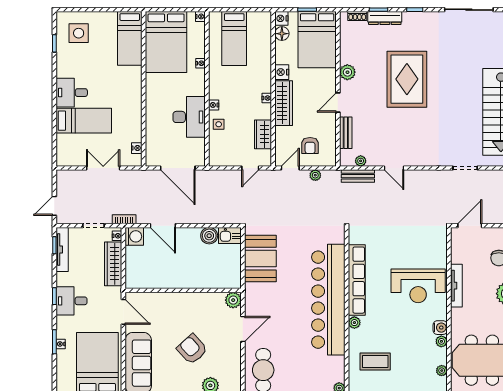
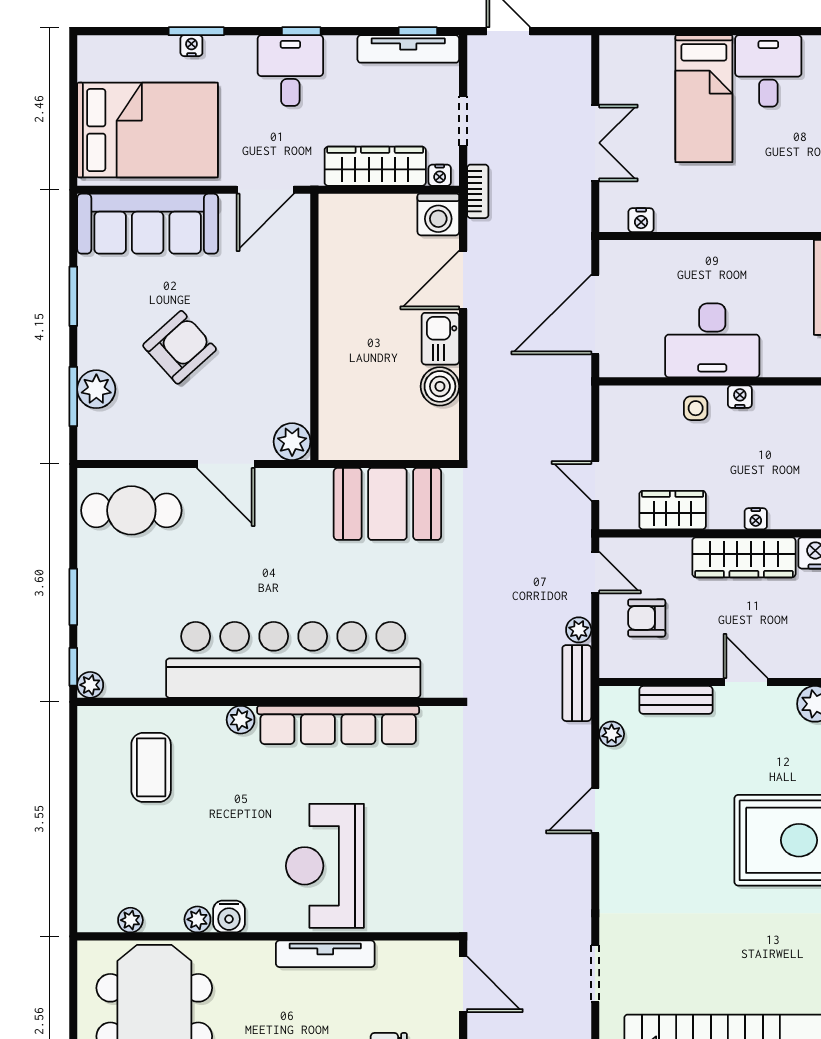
bench: (358, 176) -> (577, 683), moved
kitchen sink: (230, 235) -> (440, 339), moved

